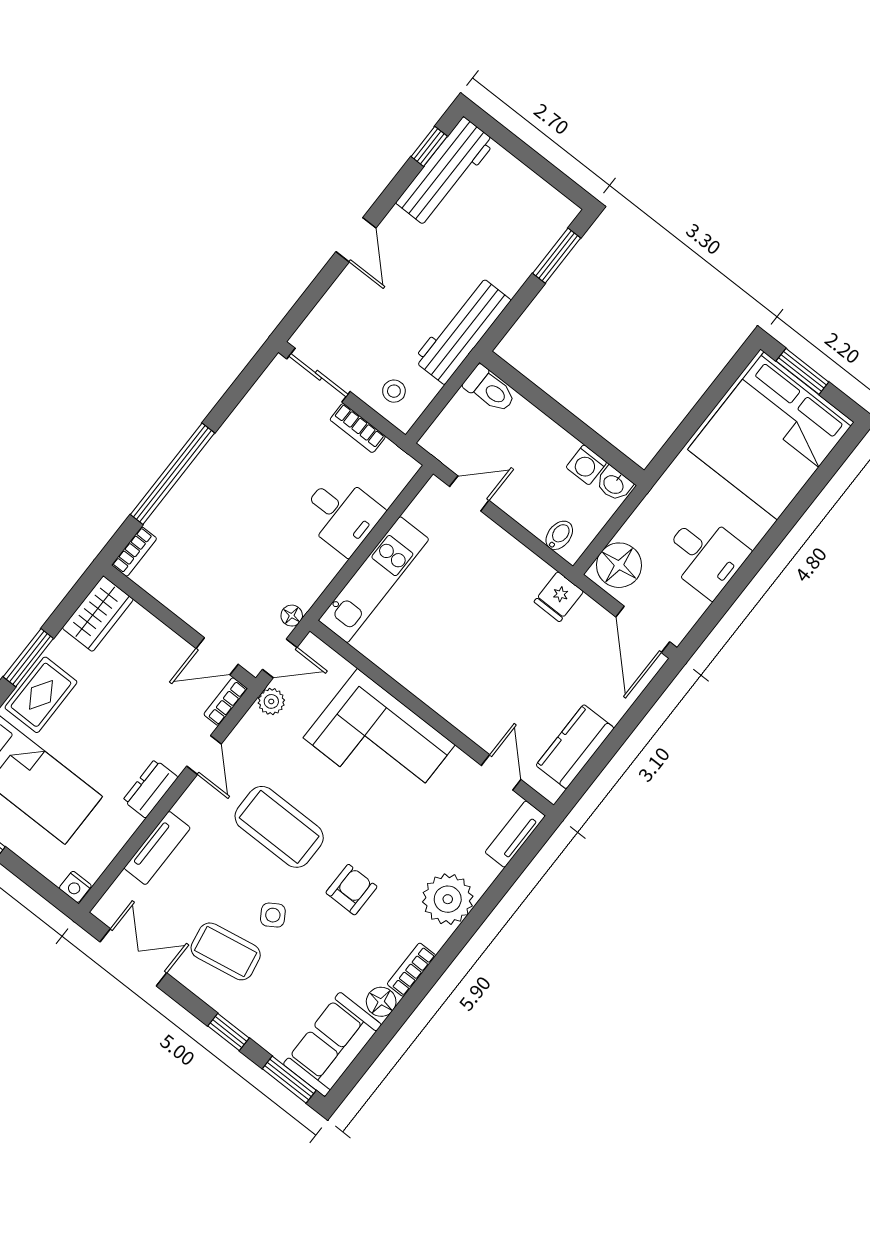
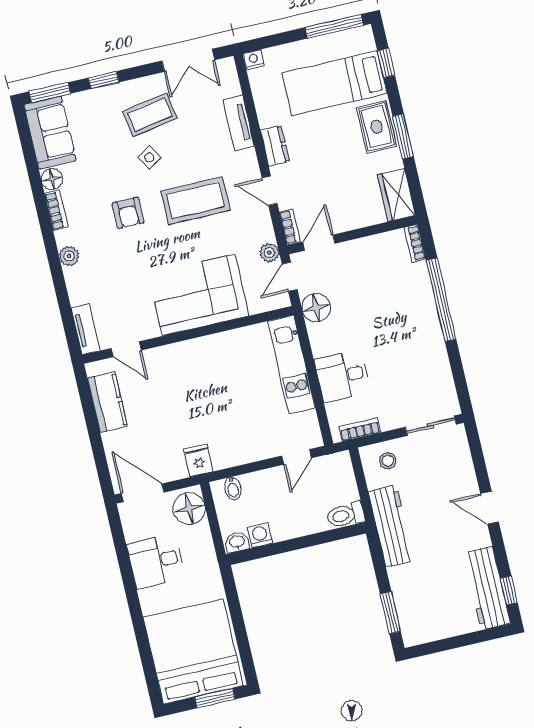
bookcase: (358, 428) -> (360, 429), moved
floor lamp: (292, 616) -> (316, 308), width x1.89, depth x1.89
plant: (448, 899) -> (69, 256), width x0.53, depth x0.53

